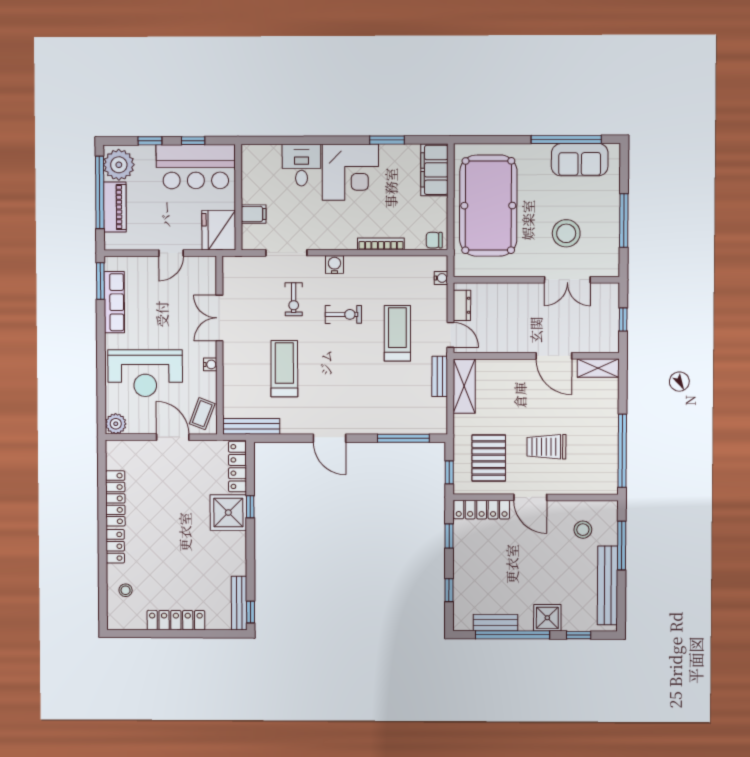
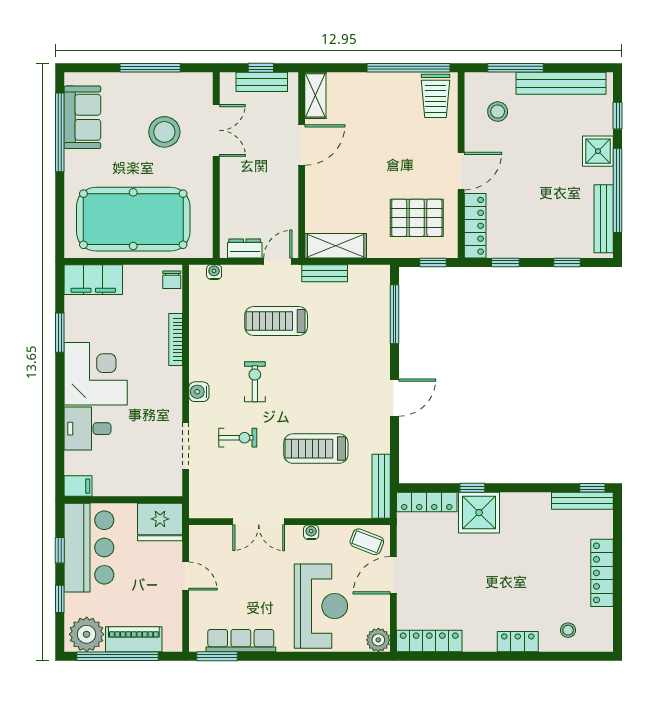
filing cabinet: (254, 214) -> (78, 486), moved, turned 90
bench: (610, 320) -> (262, 82), added
trolley: (546, 447) -> (436, 96), moved
locker: (115, 498) -> (429, 641), moved
bench: (495, 623) -> (604, 219), width x1.36

